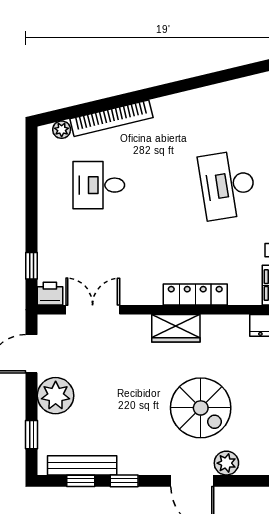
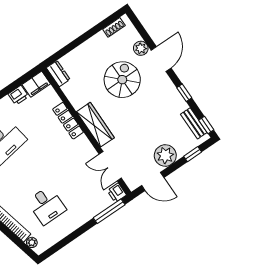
window: (32, 266) -> (109, 211), width x2.17
wardrobe: (176, 328) -> (95, 125), width x1.50
bench: (82, 465) -> (194, 123), width x0.73
window: (81, 481) -> (206, 125), moved

